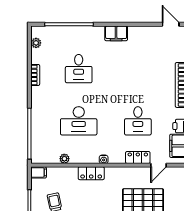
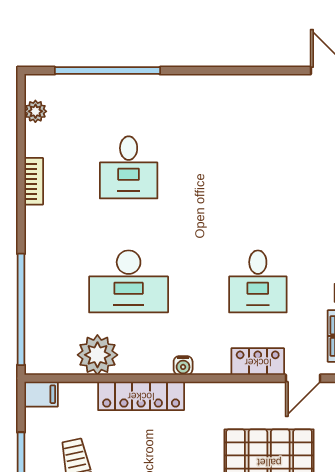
filing cabinet: (116, 33) -> (210, 90), removed
plant: (64, 159) -> (97, 355), width x1.88, depth x1.88
locker: (91, 173) -> (141, 396), width x1.53

